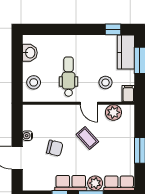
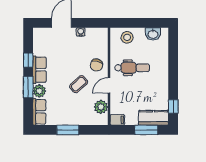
stool: (105, 82) -> (127, 100), removed
chair: (55, 148) -> (96, 65), moved

